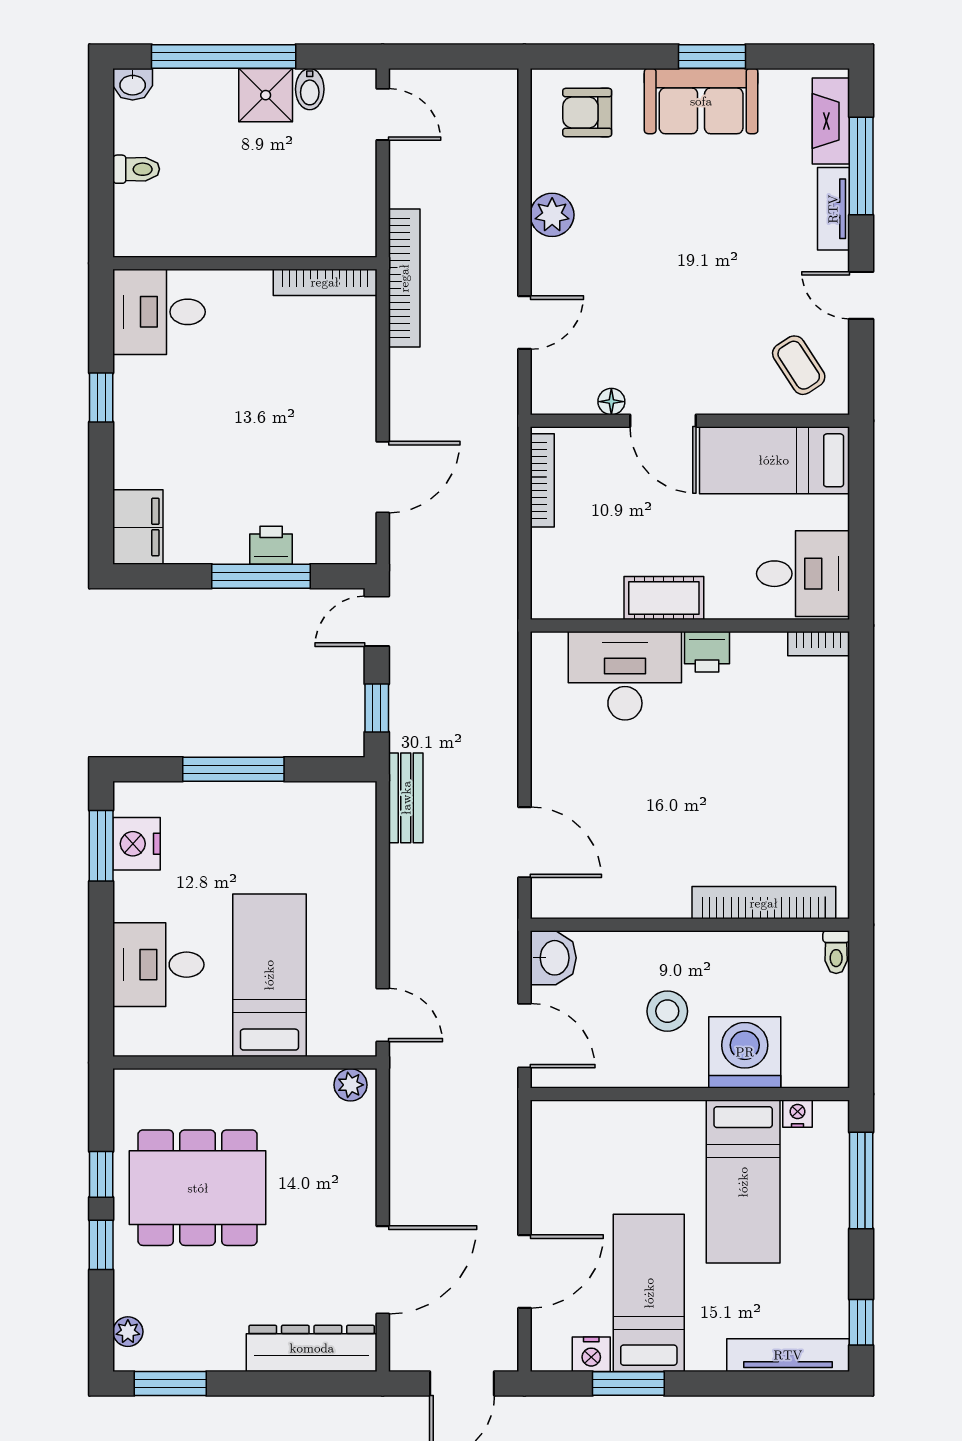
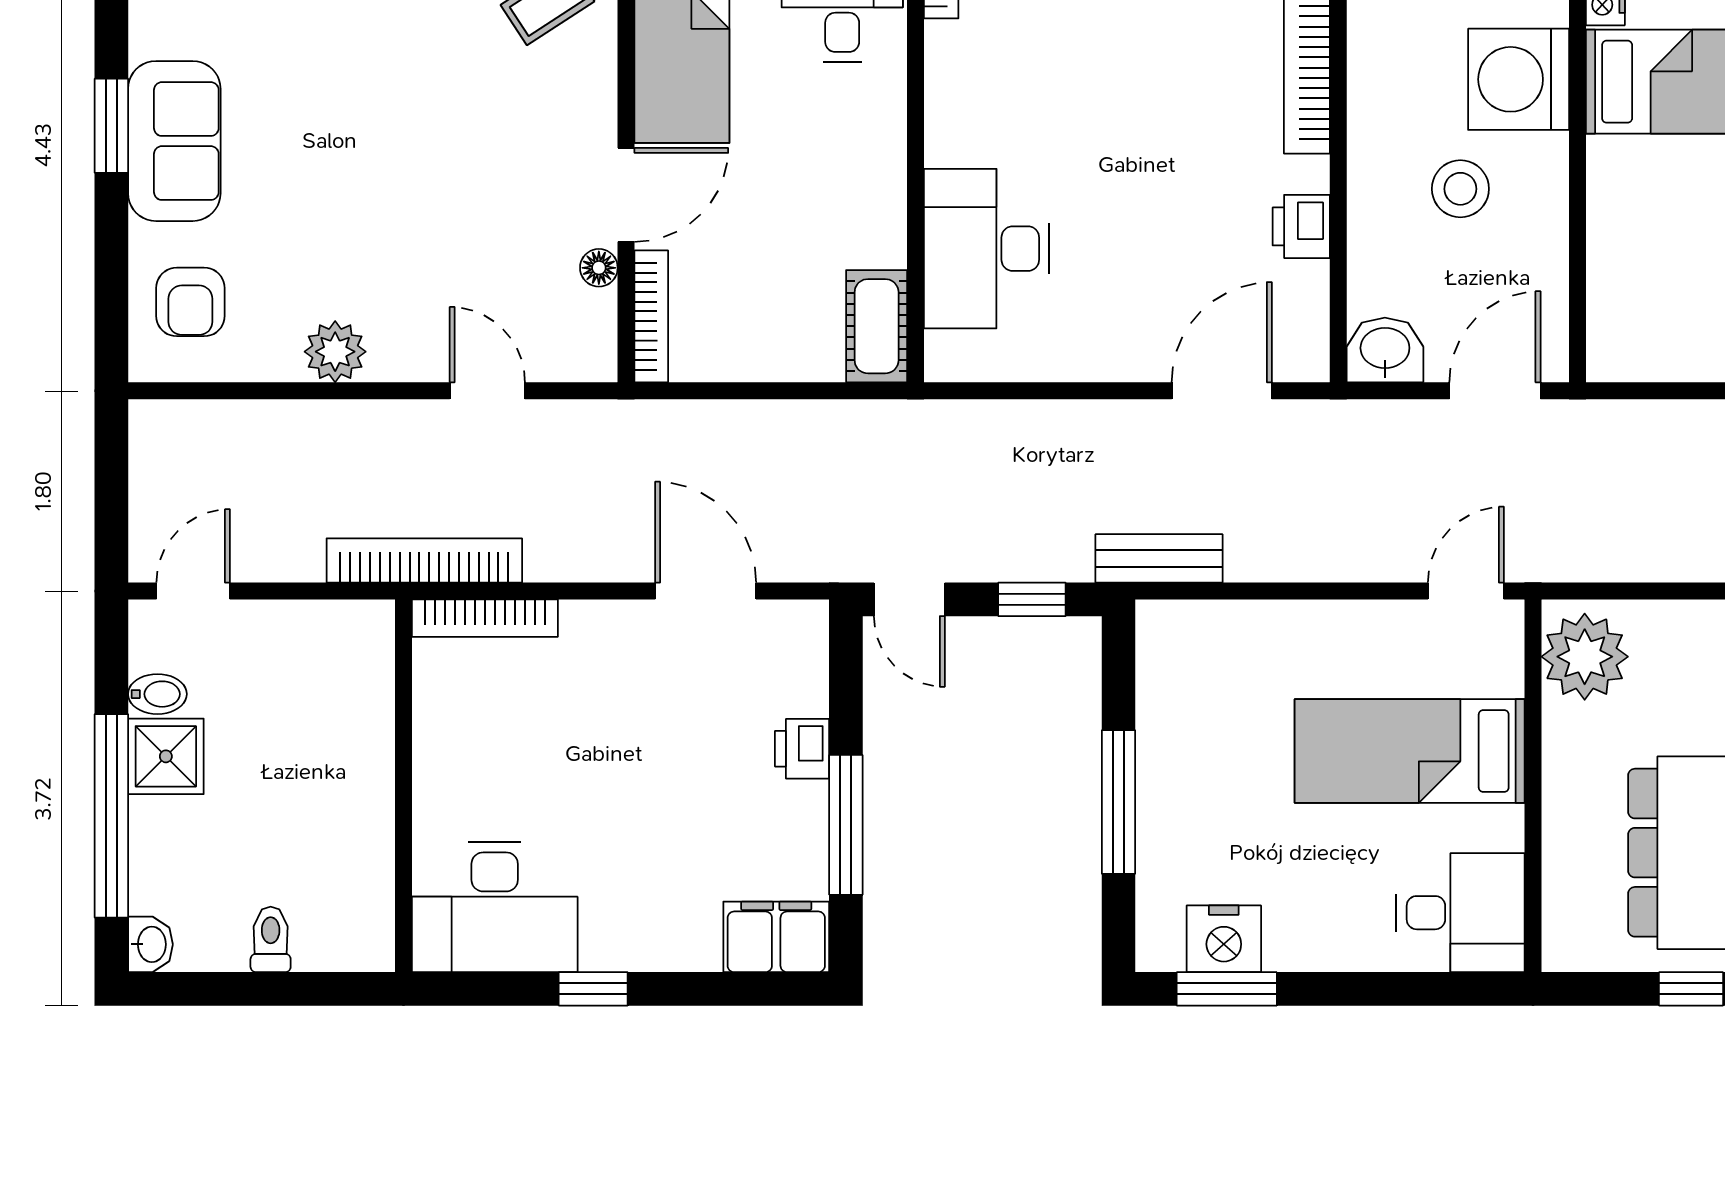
bookcase: (325, 282) -> (485, 618), moved, turned 90
desk: (159, 312) -> (495, 907), width x1.37
bookcase: (542, 480) -> (651, 316), moved, turned 90
window: (261, 576) -> (846, 825), moved
cot: (664, 598) -> (877, 326), moved
printer: (707, 652) -> (1301, 226), moved, turned 180
desk: (158, 965) -> (1461, 913), moved, turned -90
plant: (350, 1085) -> (1585, 657), width x1.88, depth x1.88

